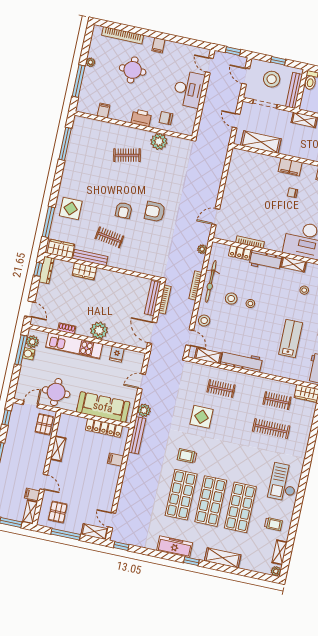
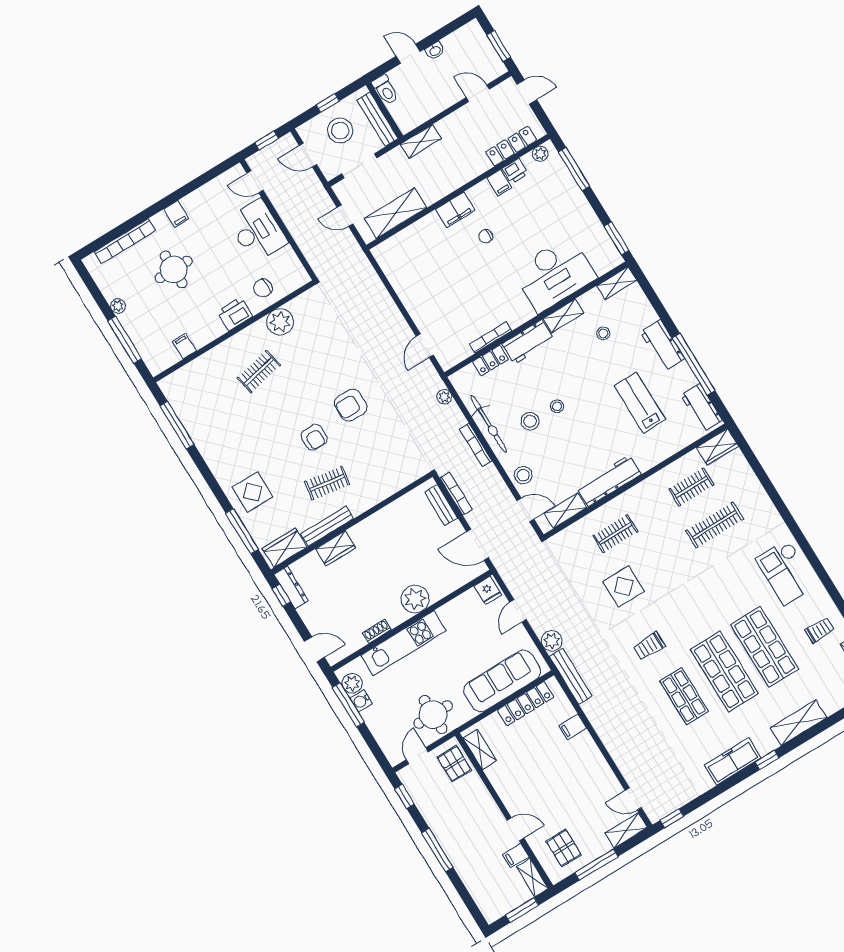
bench: (153, 298) -> (441, 505), width x0.73
fridge: (117, 354) -> (488, 590), moved
shelving: (58, 449) -> (480, 749), moved
shop shelf: (181, 495) -> (684, 696), width x0.70, depth x0.74

